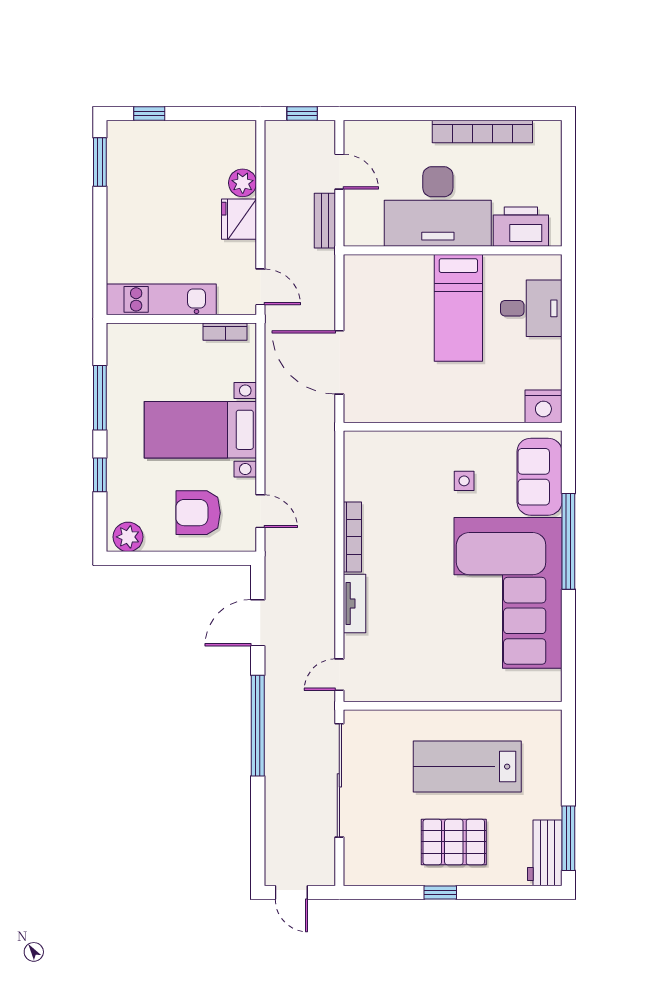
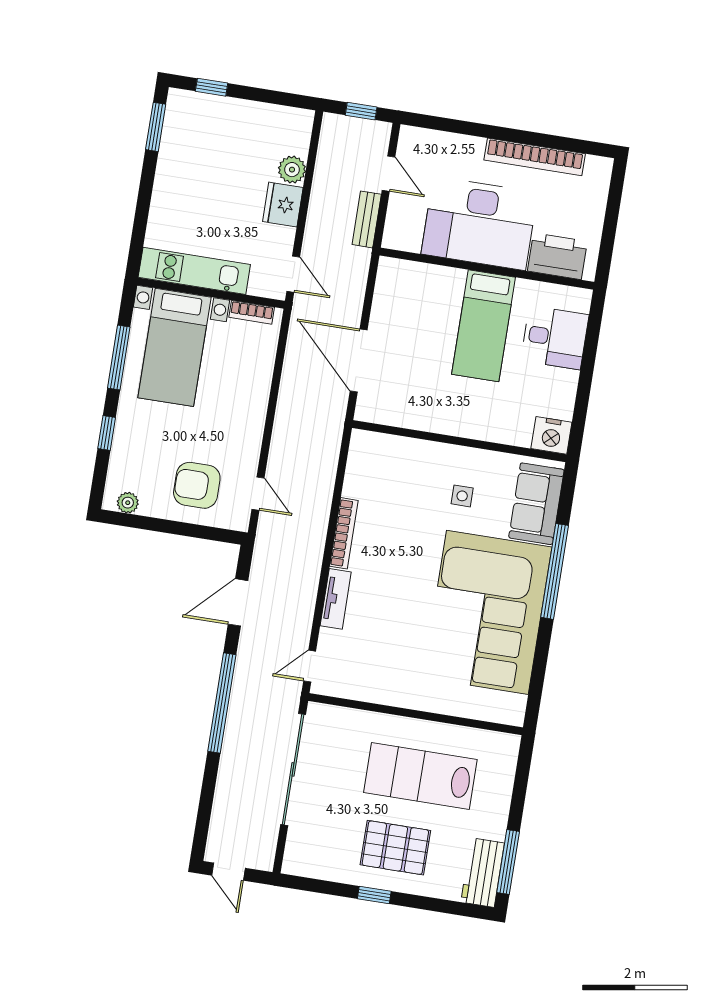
bed with nightstands: (200, 430) -> (174, 347), moved, turned -90
plant: (128, 537) -> (128, 503), width x0.73, depth x0.73

